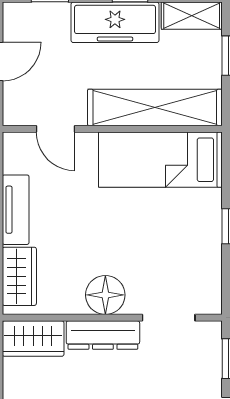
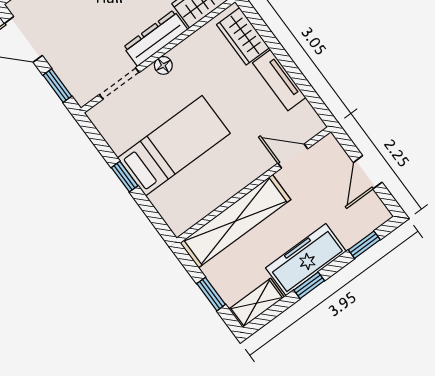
bed: (160, 160) -> (174, 146), moved
floor lamp: (105, 295) -> (163, 65), width x0.53, depth x0.53

